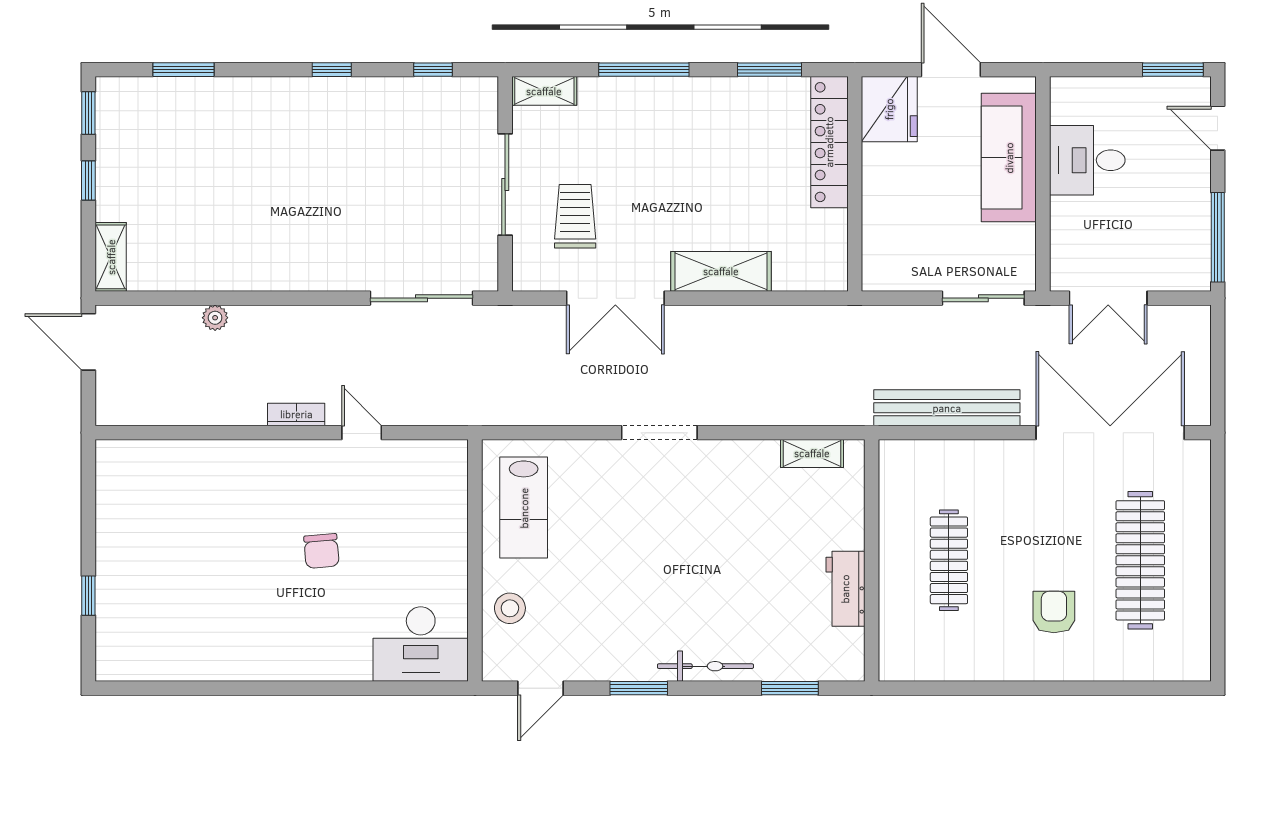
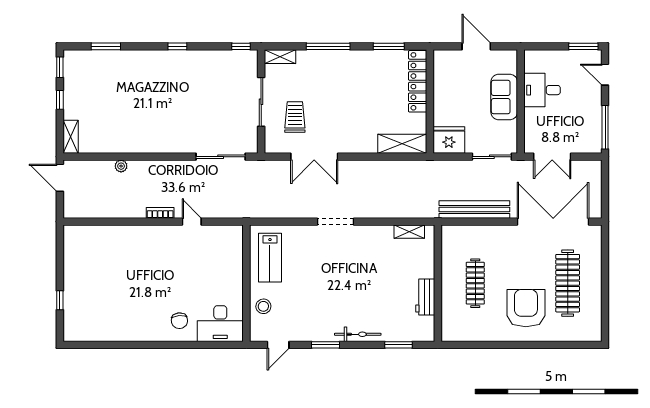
window: (433, 70) -> (241, 46), moved
fridge: (889, 109) -> (449, 140), moved, turned -90
sofa: (1009, 158) -> (504, 97), width x0.73
shelving: (721, 271) -> (402, 144), moved
chair: (321, 551) -> (179, 321), moved
armchair: (1054, 612) -> (526, 308), width x1.88, depth x1.88

